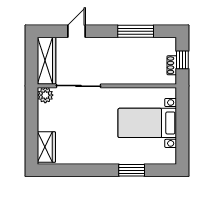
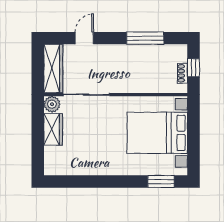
bed with nightstands: (147, 123) -> (157, 133), width x1.36
wardrobe: (46, 147) -> (53, 129), moved
window: (132, 170) -> (161, 182), moved

